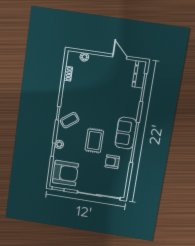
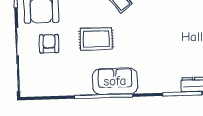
armchair: (112, 162) -> (49, 44), moved

